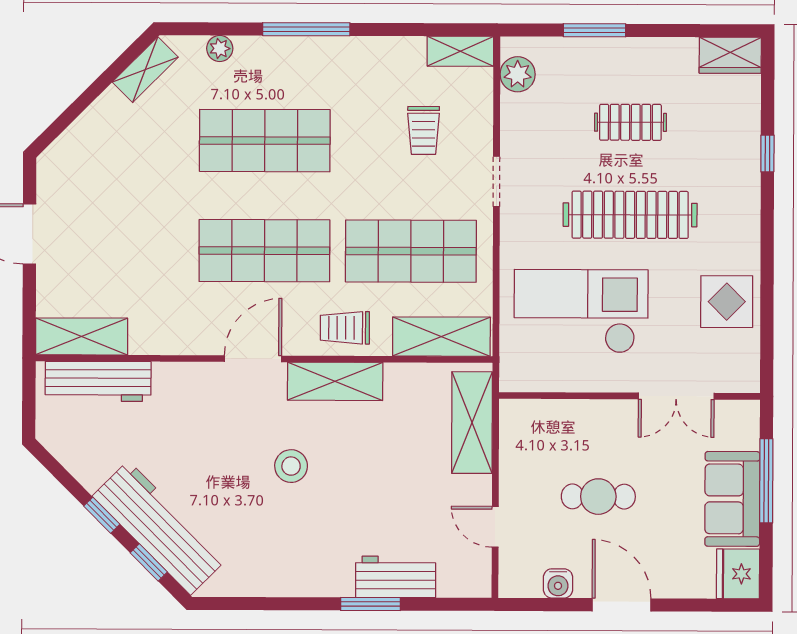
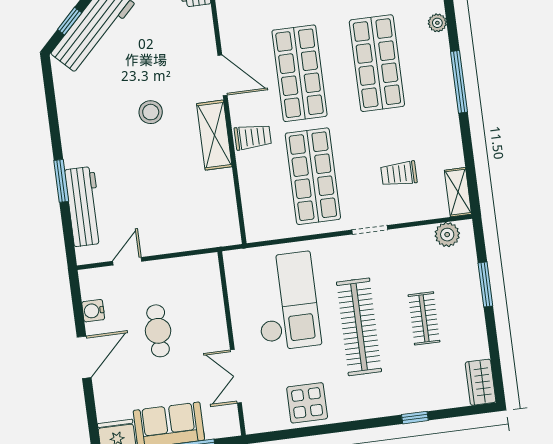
trolley: (345, 328) -> (253, 137), turned 90
shelving: (441, 337) -> (256, 206), removed
shelving: (472, 423) -> (198, 235), removed
workbench: (396, 577) -> (84, 207), width x1.38

